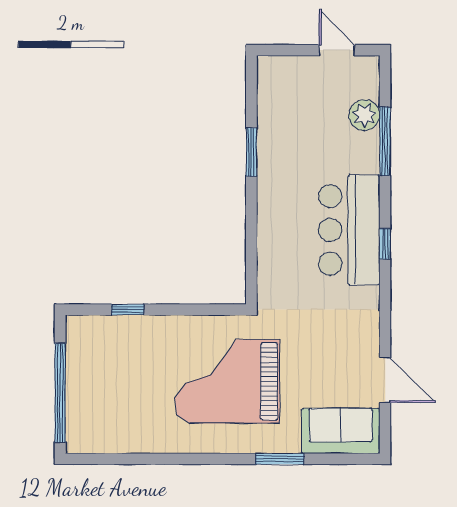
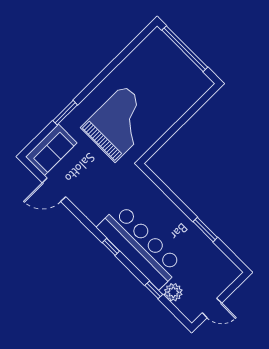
window: (385, 141) -> (154, 290), width x0.46
bar counter: (349, 230) -> (140, 246), width x1.36
window: (128, 310) -> (191, 112), removed

